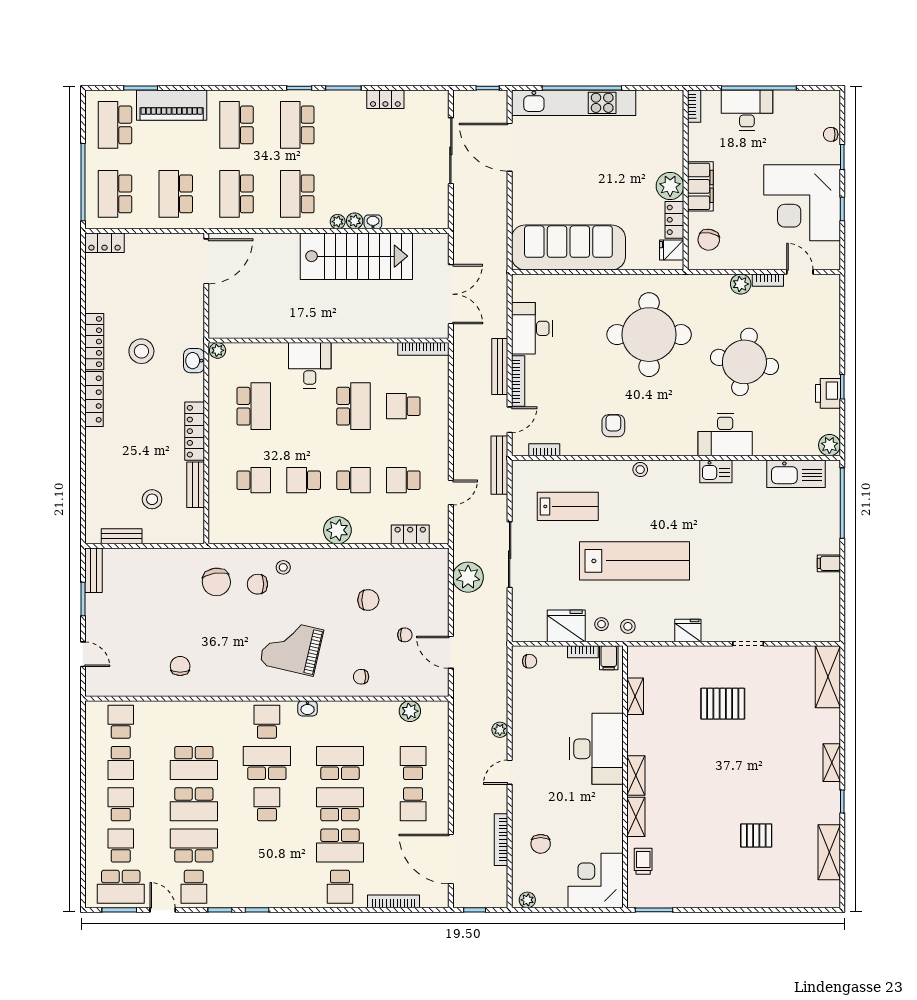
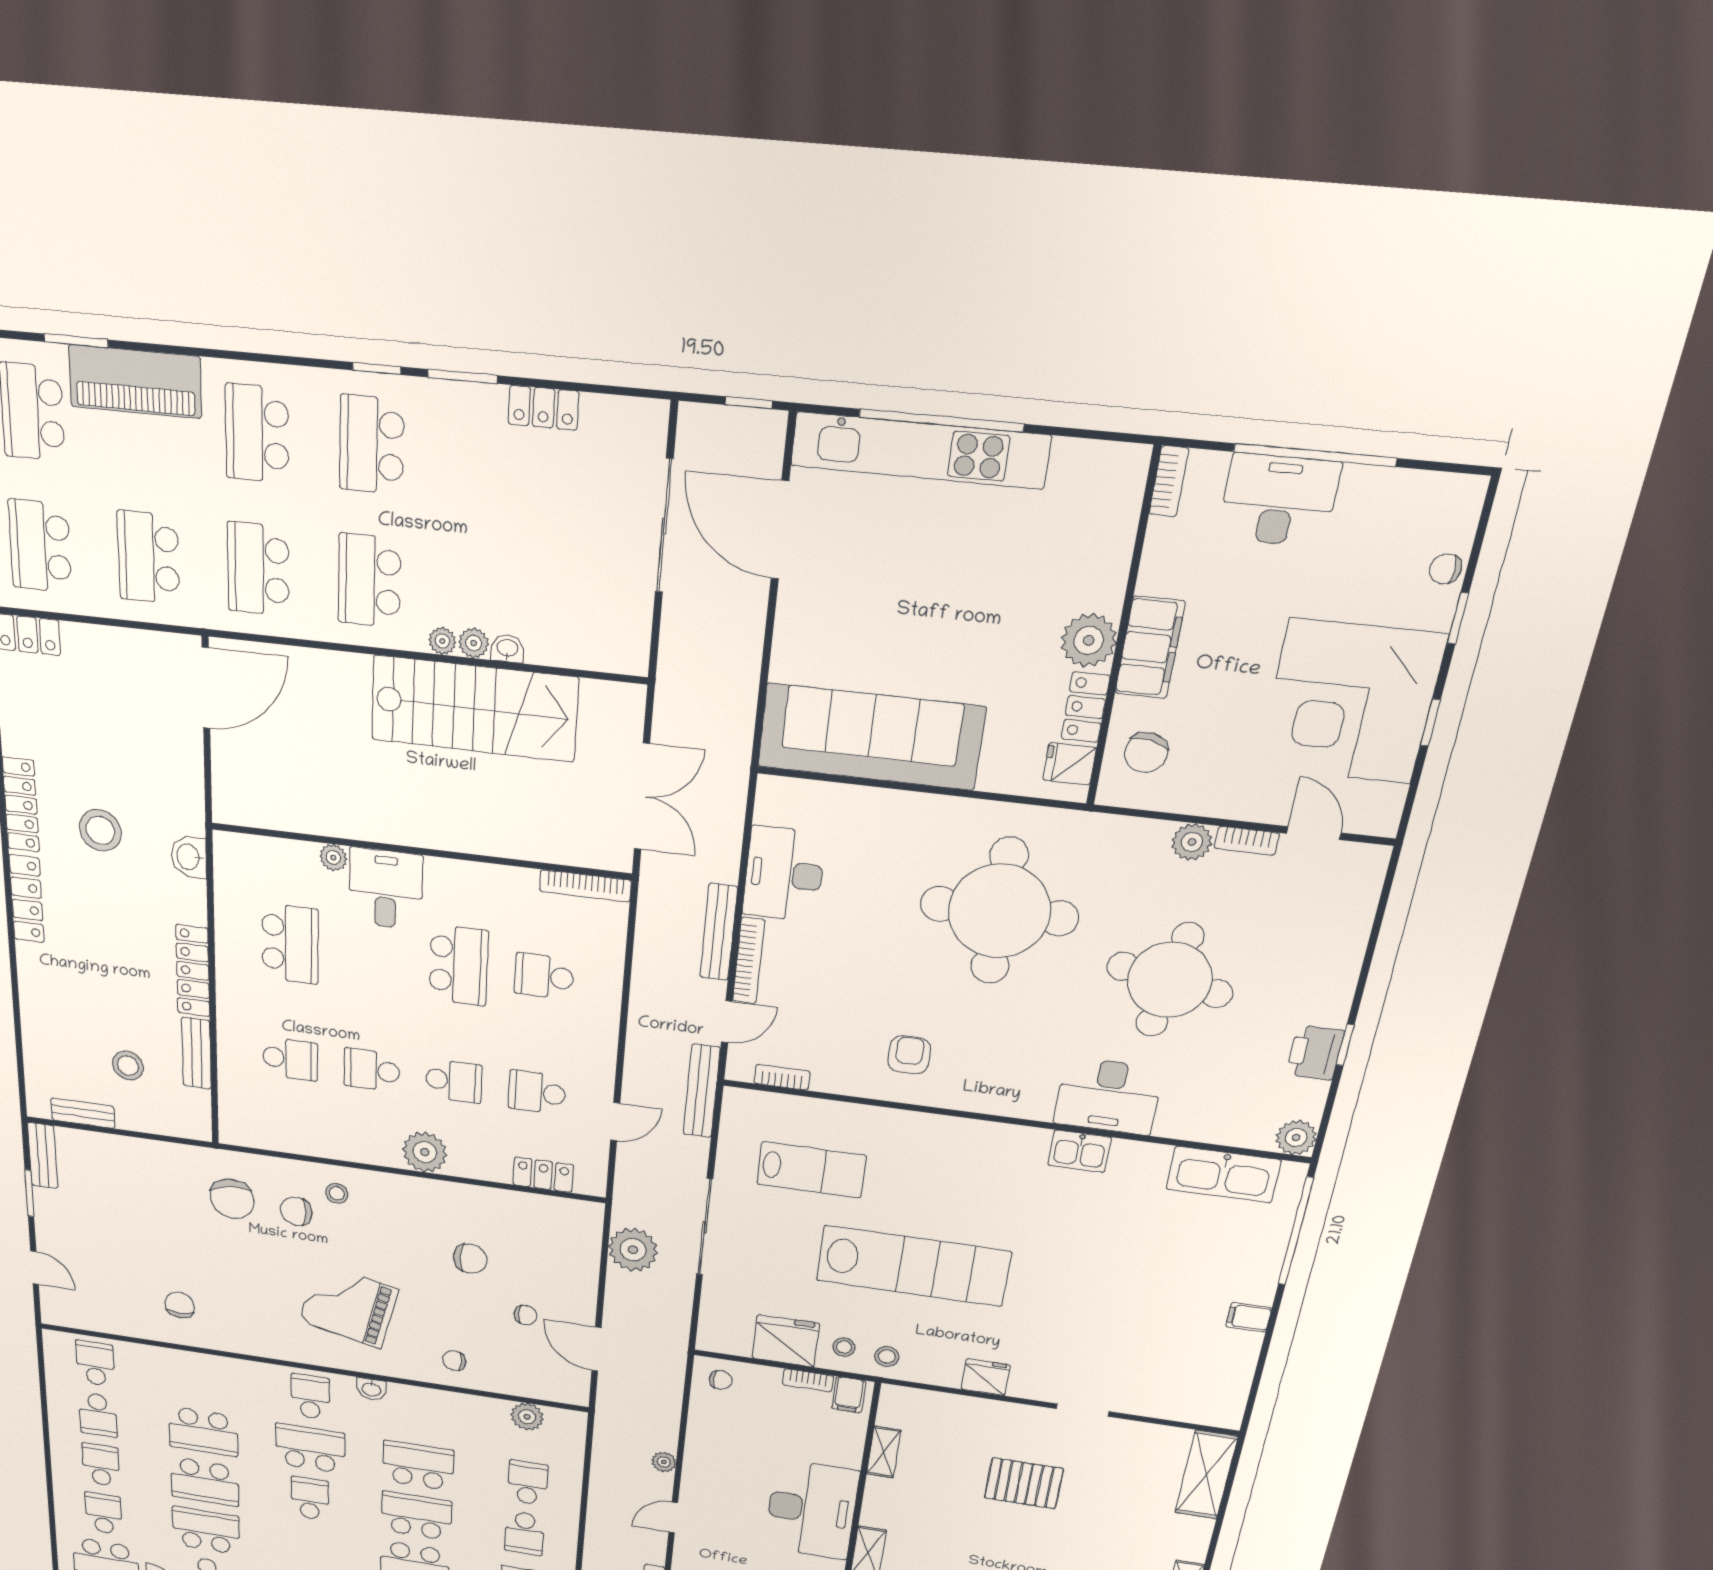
plant: (218, 350) -> (333, 858), moved
stool: (640, 470) -> (946, 1130), removed

